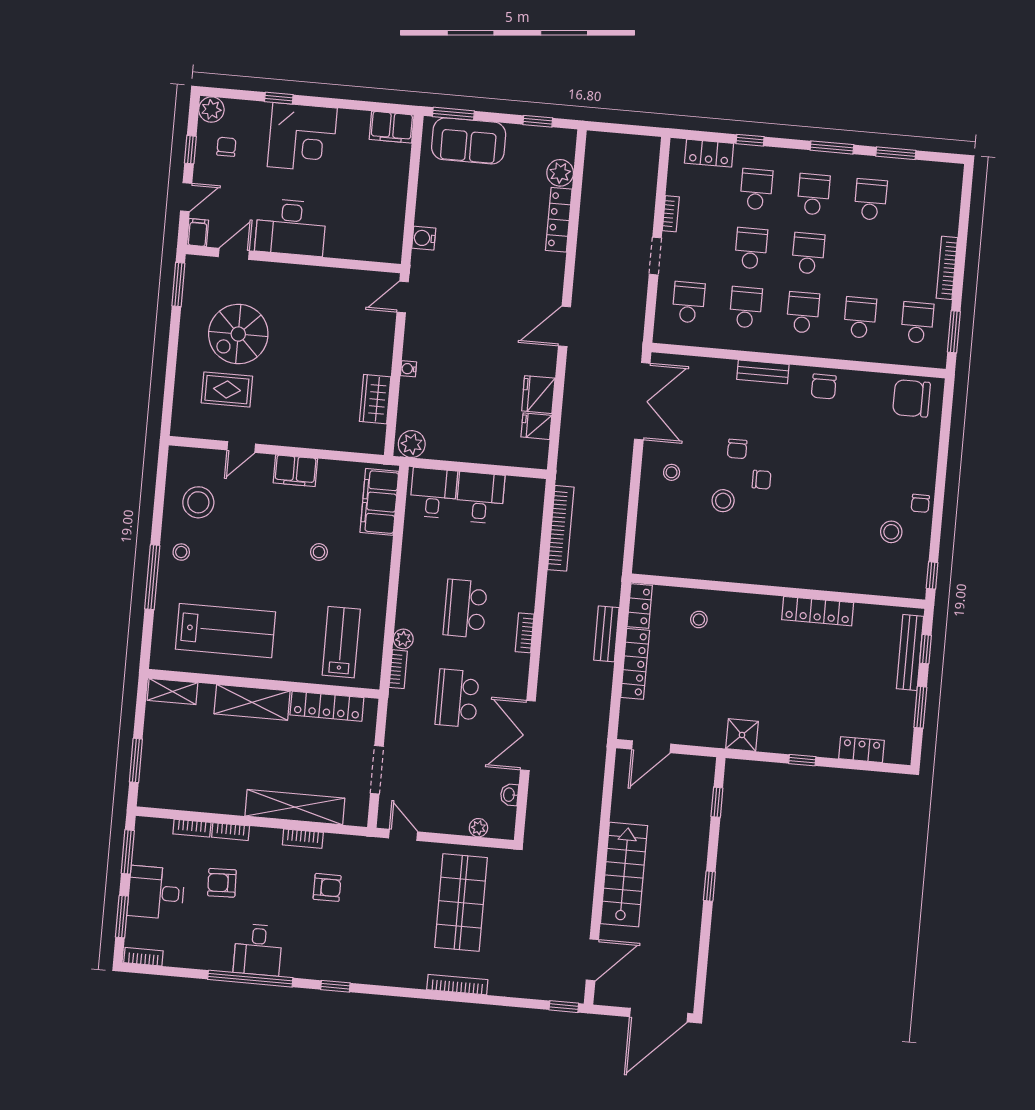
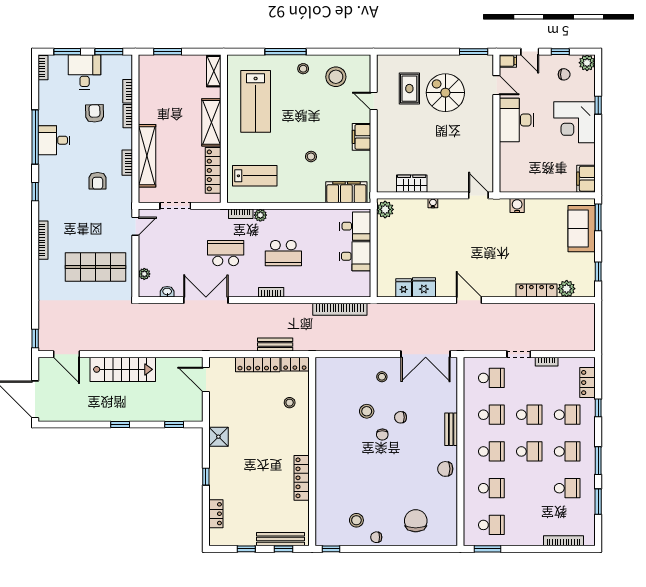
bookcase: (947, 268) -> (563, 541), moved
chair: (911, 398) -> (416, 521), moved
school desk: (465, 609) -> (283, 253), turned 180
window: (920, 707) -> (246, 549), width x0.67
bookcase: (457, 985) -> (43, 240), moved

